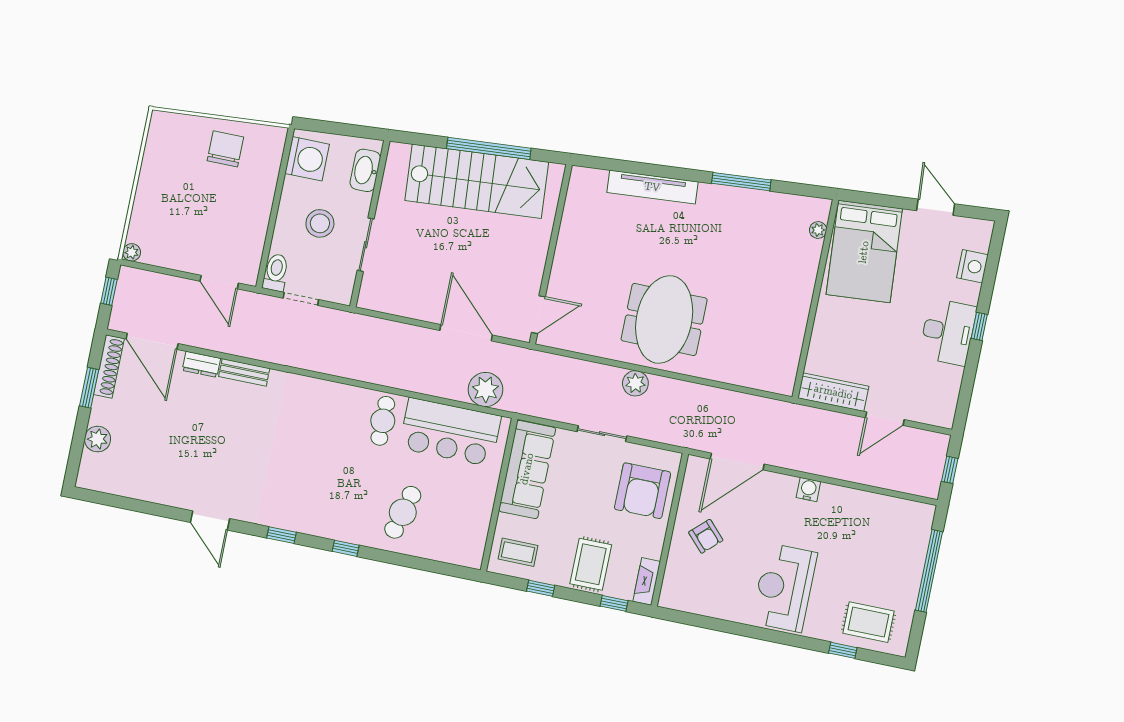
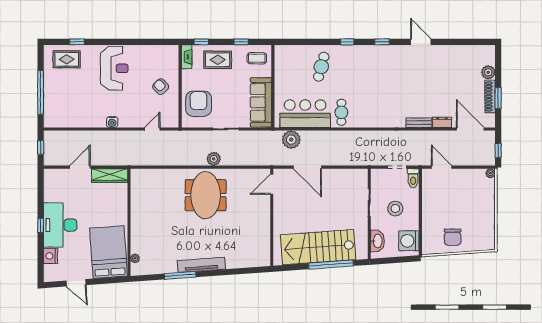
window: (489, 148) -> (331, 265), moved
tv unit: (652, 187) -> (201, 265), moved
desk: (948, 332) -> (60, 225), width x1.36, depth x1.30
shoe rack: (109, 366) -> (490, 96), moved
door: (737, 461) -> (152, 129), width x0.53
rug: (591, 564) -> (218, 60), turned 90

